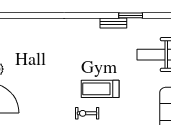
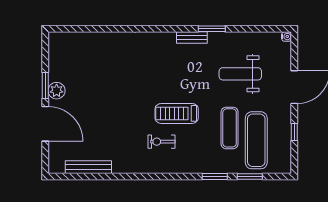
exercise mat: (146, 101) -> (230, 128), added

